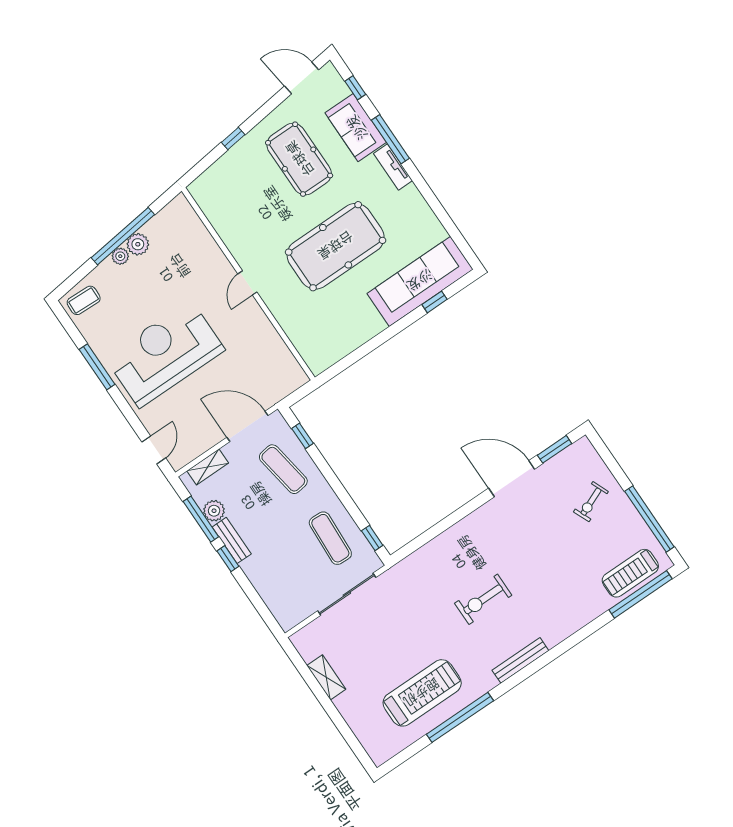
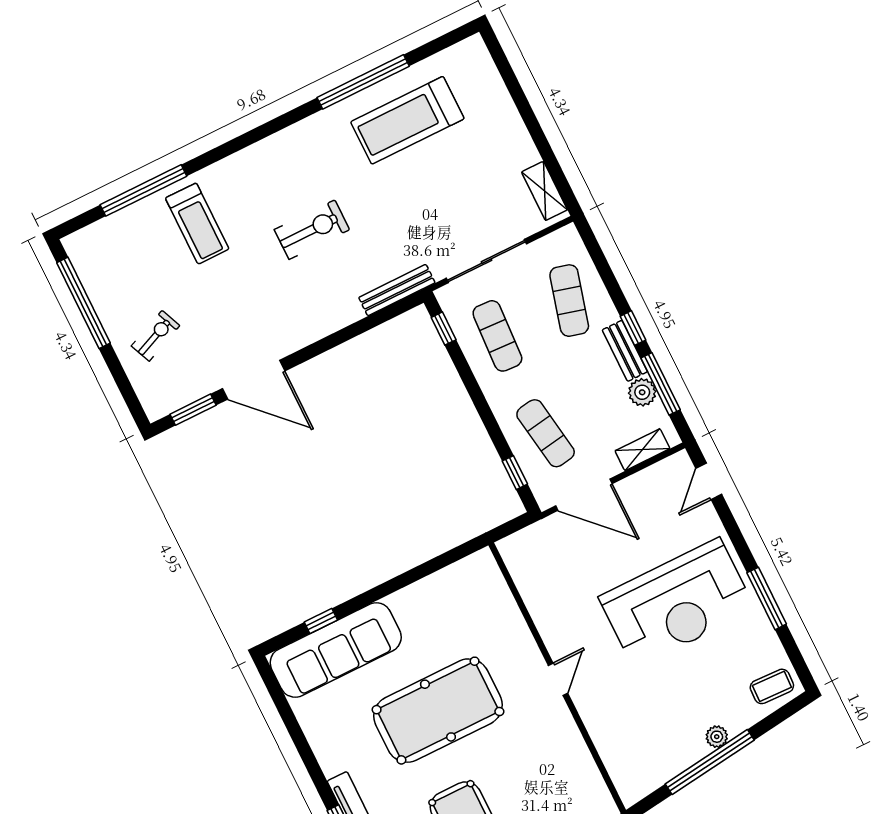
plant: (138, 244) -> (692, 749), removed
exercise mat: (279, 573) -> (569, 301), added
treadmill: (630, 573) -> (197, 224), moved, turned 90
window: (640, 594) -> (143, 190), moved
bench: (520, 660) -> (397, 290), moved
shelving: (326, 677) -> (544, 191), moved

